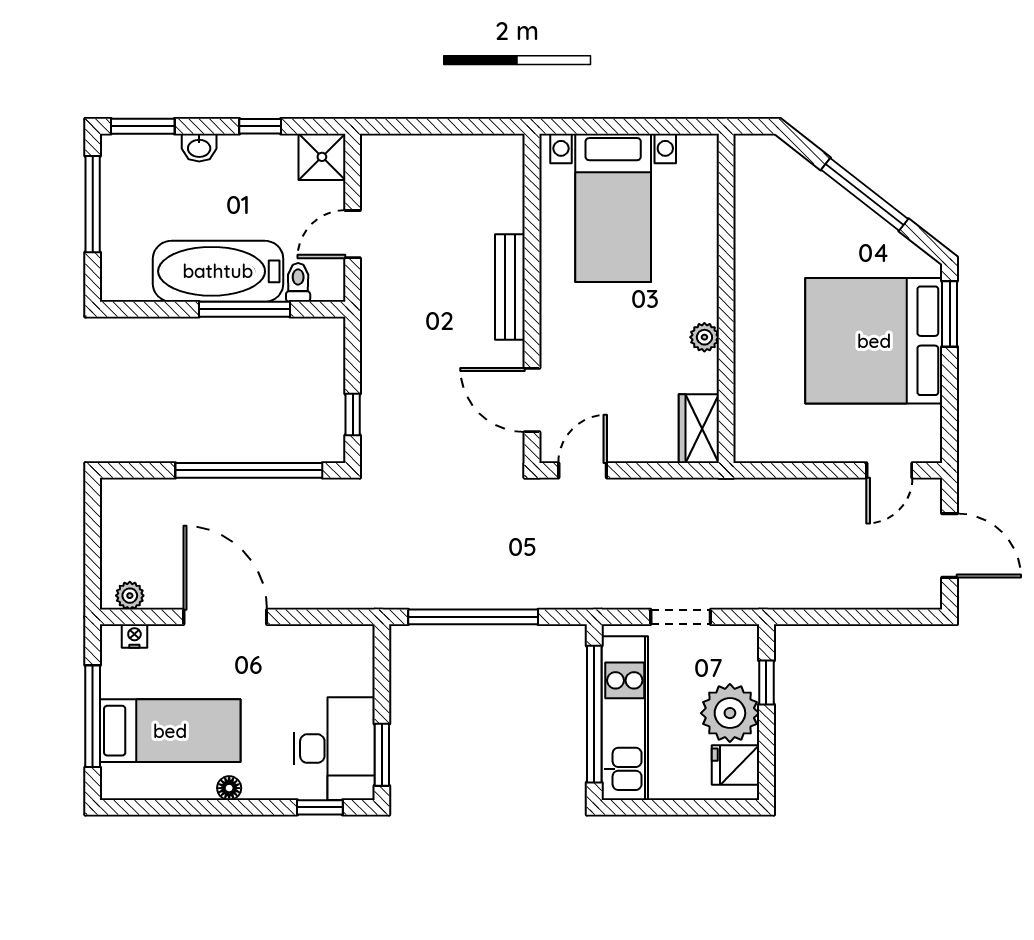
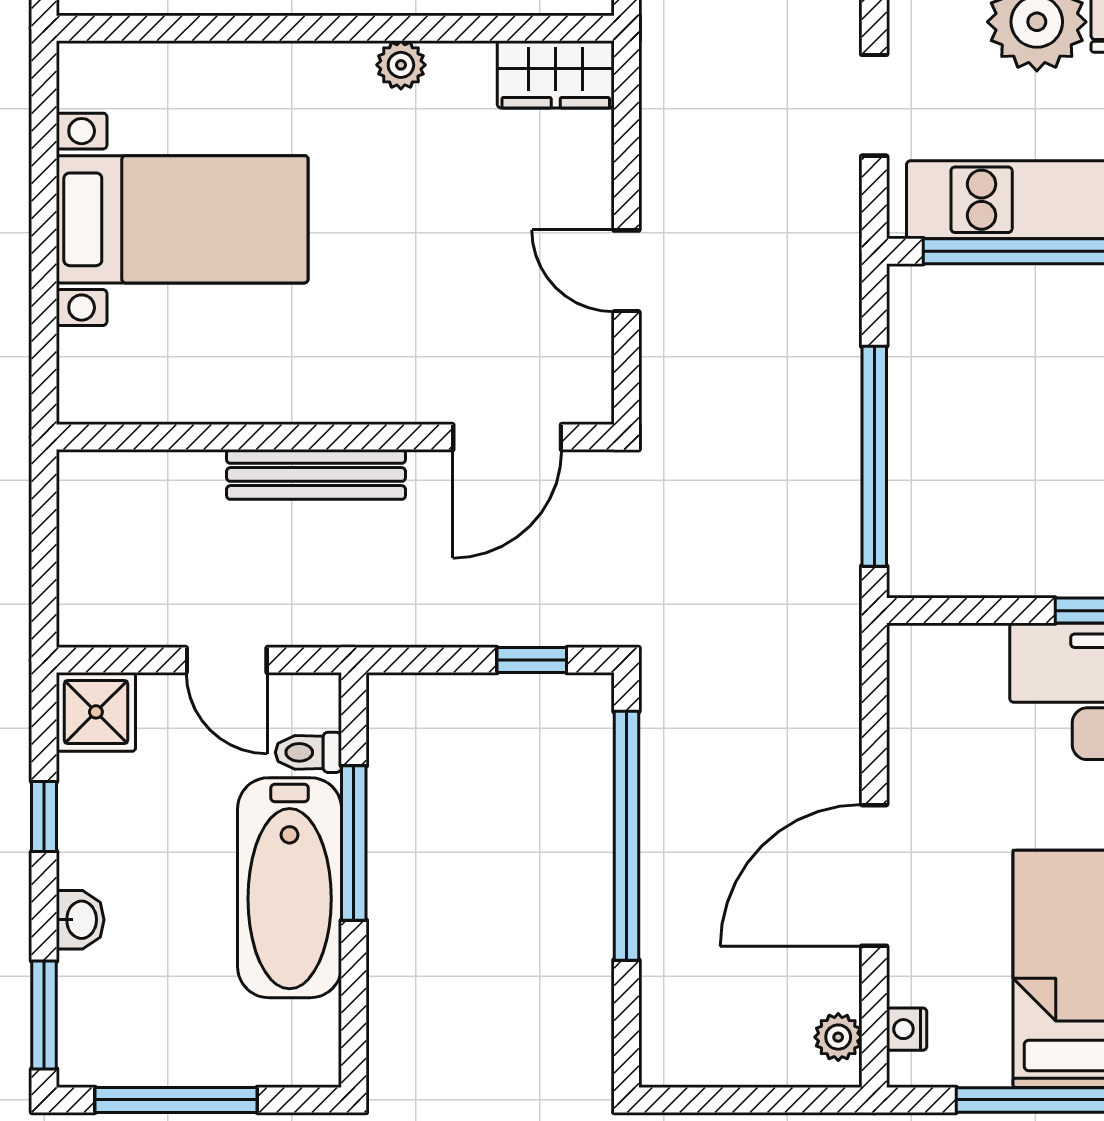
bench: (510, 287) -> (316, 474), moved
wall: (532, 298) -> (335, 437), moved
door: (532, 400) -> (507, 437), moved

